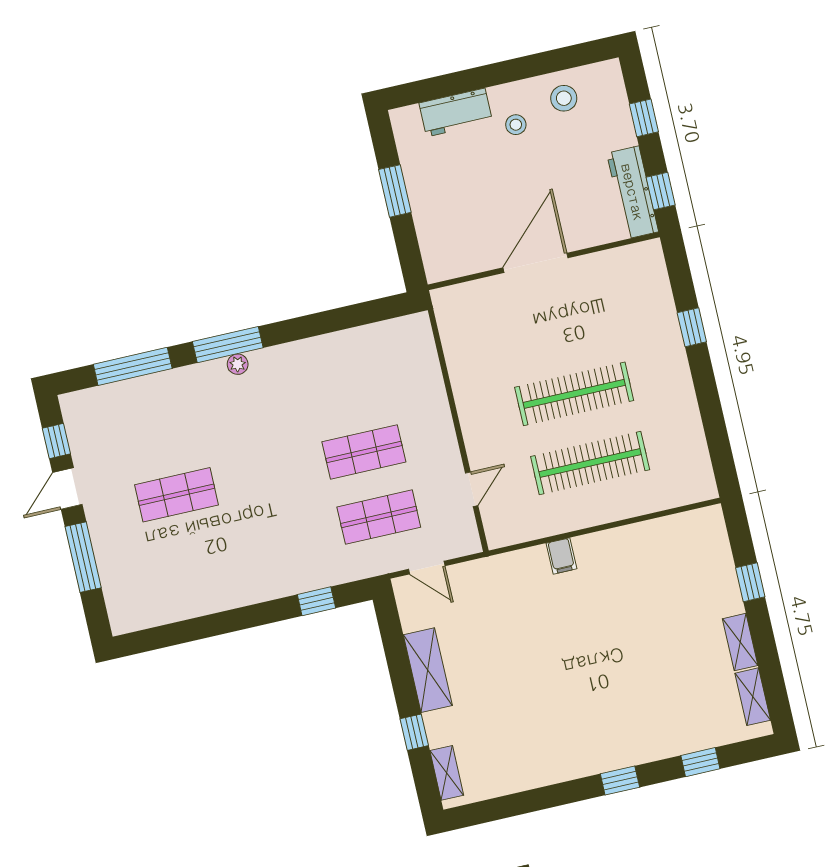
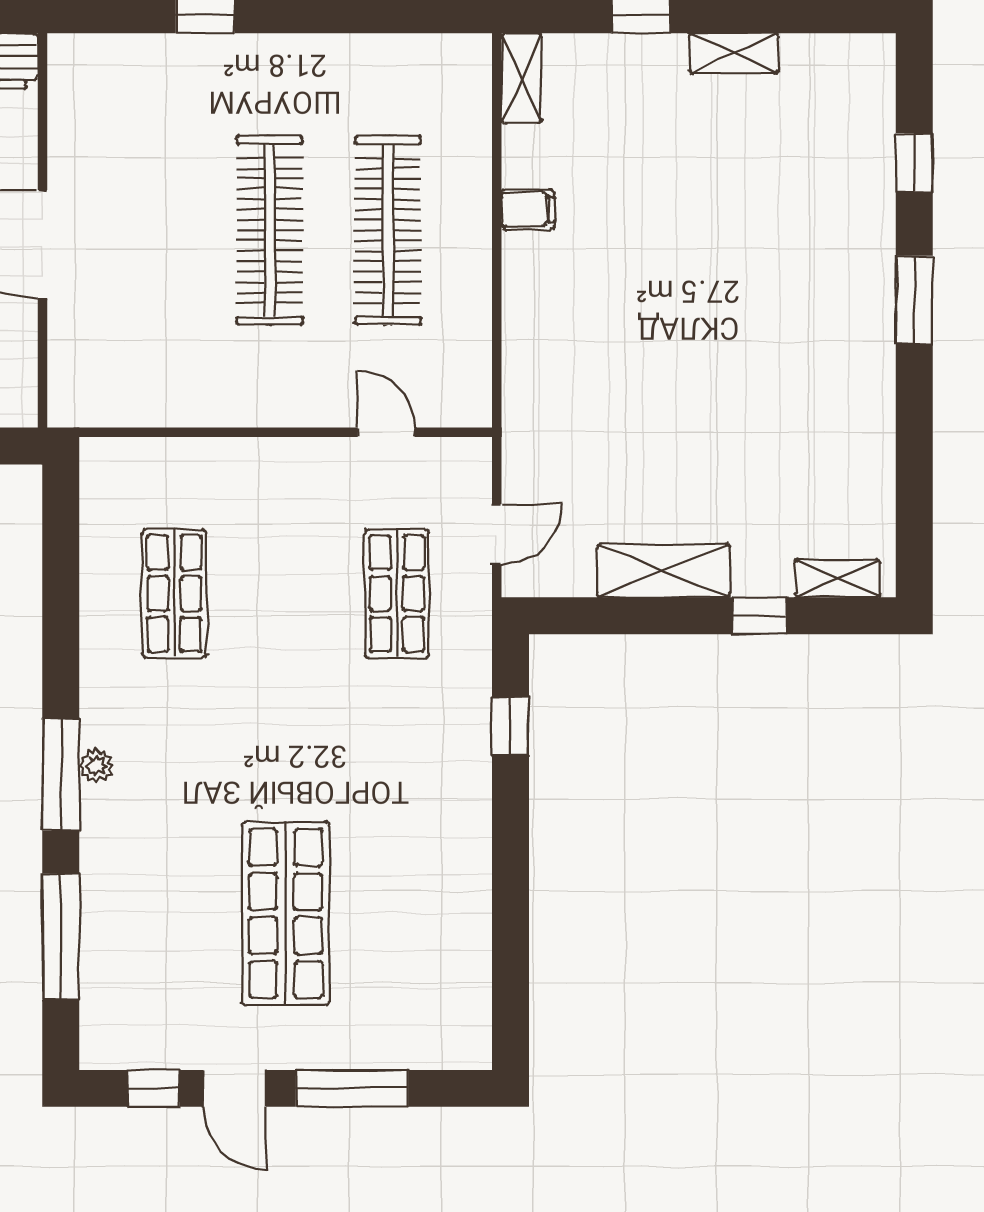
shop shelf: (364, 452) -> (174, 593), moved
shop shelf: (177, 495) -> (286, 914), width x1.43, depth x1.36
filing cabinet: (561, 556) -> (528, 209), moved
shelving: (753, 697) -> (521, 78), moved, turned 90
window: (620, 781) -> (914, 300), width x1.50

